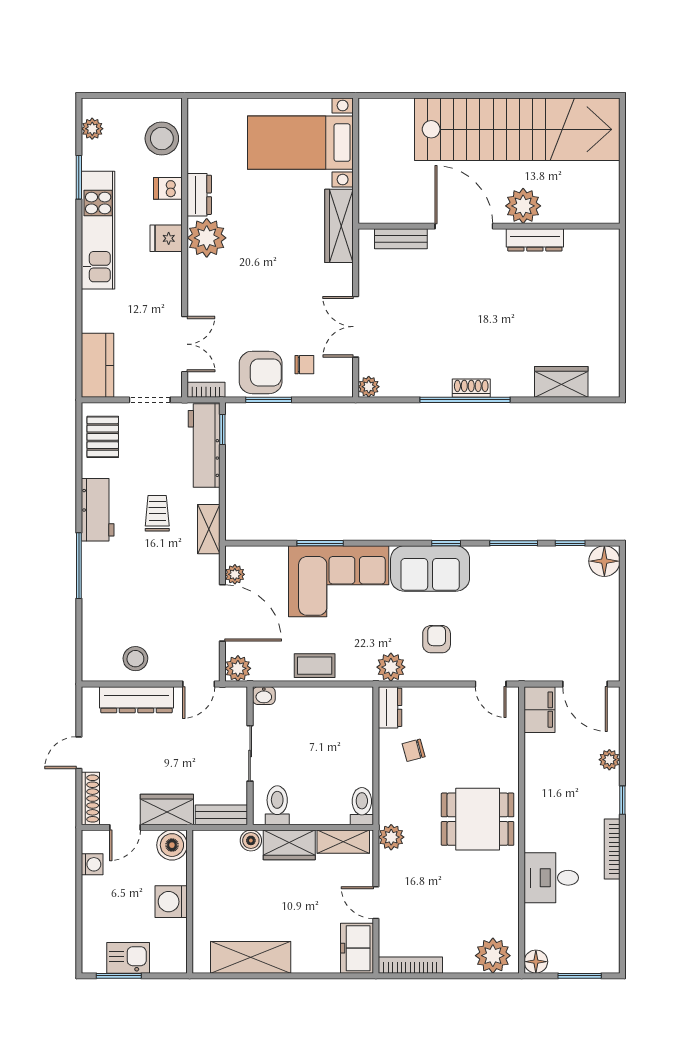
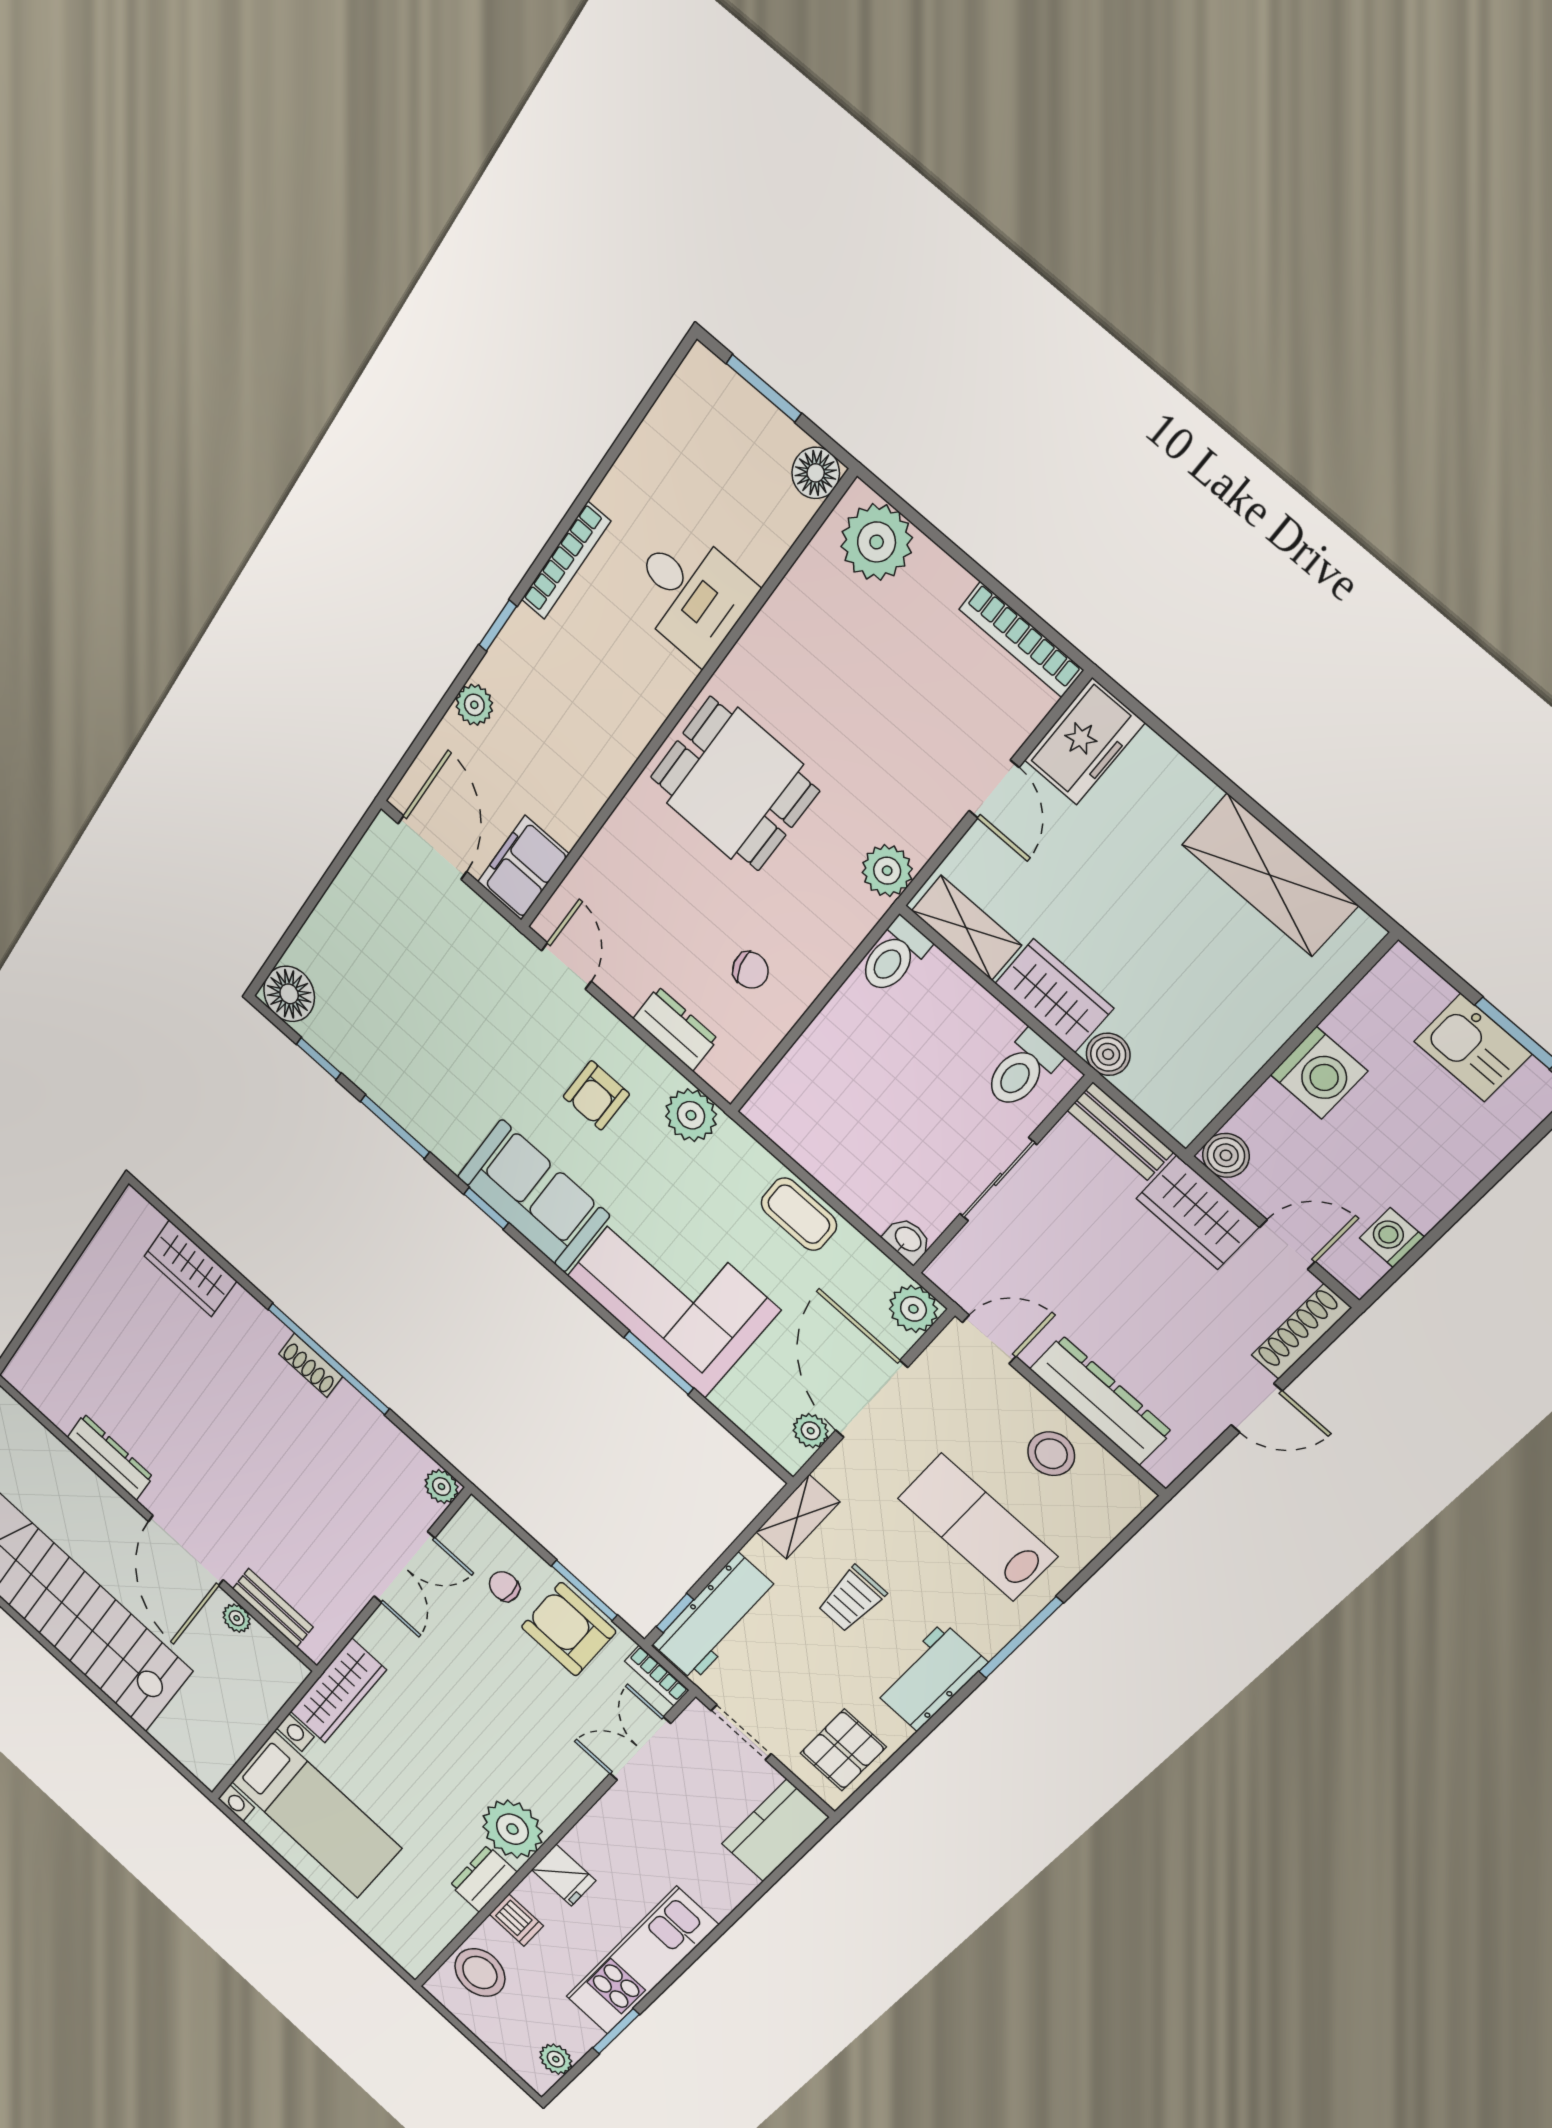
plant: (523, 206) -> (237, 1618), moved, width x0.53, depth x0.53
lab bench: (136, 598) -> (977, 1527), added
dresser: (390, 707) -> (675, 1029), moved, turned 90
boiler: (172, 845) -> (1226, 1155), width x0.73, depth x0.73

